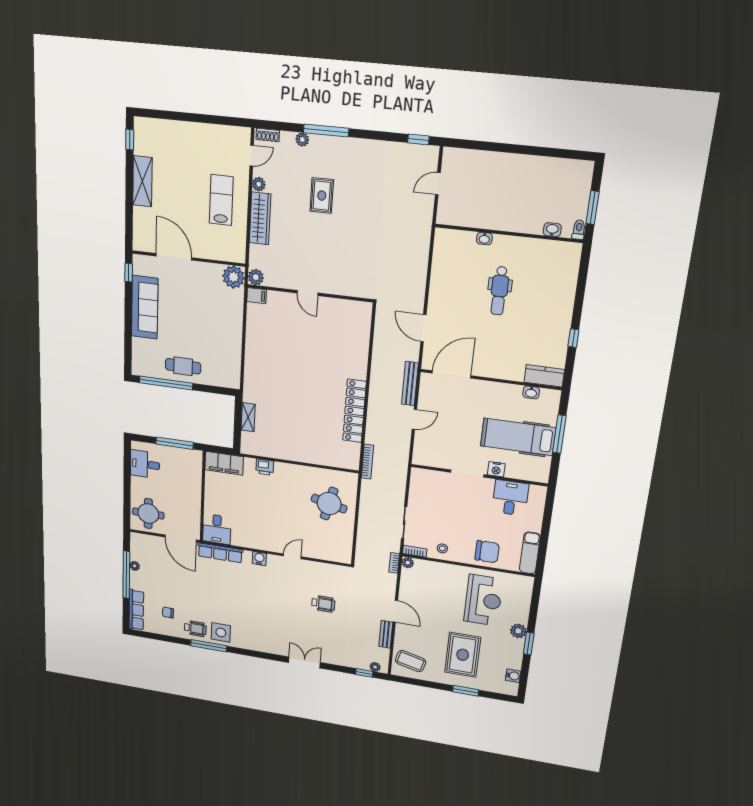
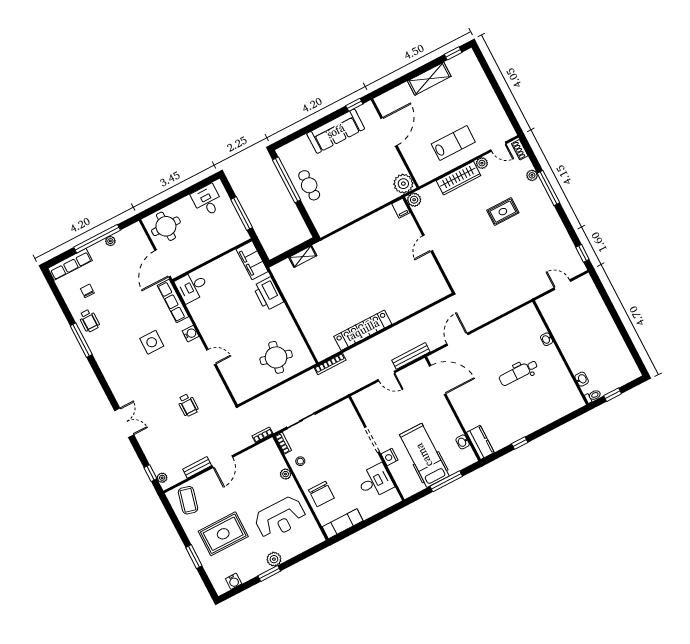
window: (593, 208) -> (613, 395), width x0.67
printer: (265, 467) -> (268, 294), width x1.87, depth x1.48
plant: (408, 563) -> (286, 474), moved
side table: (221, 632) -> (152, 342), moved

